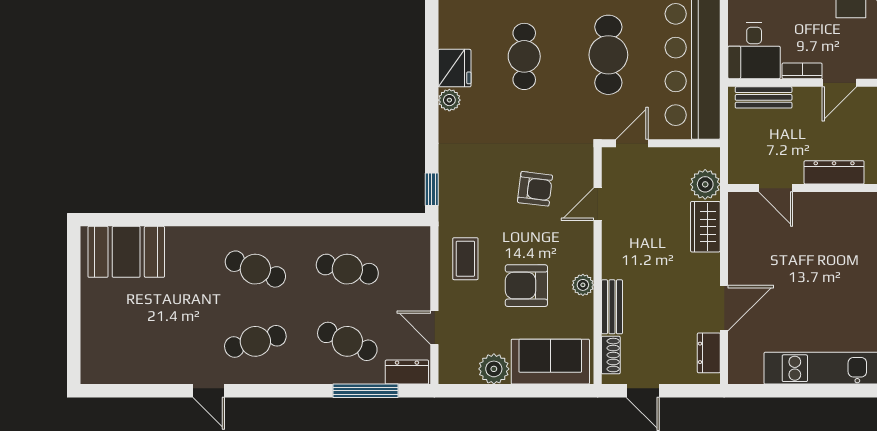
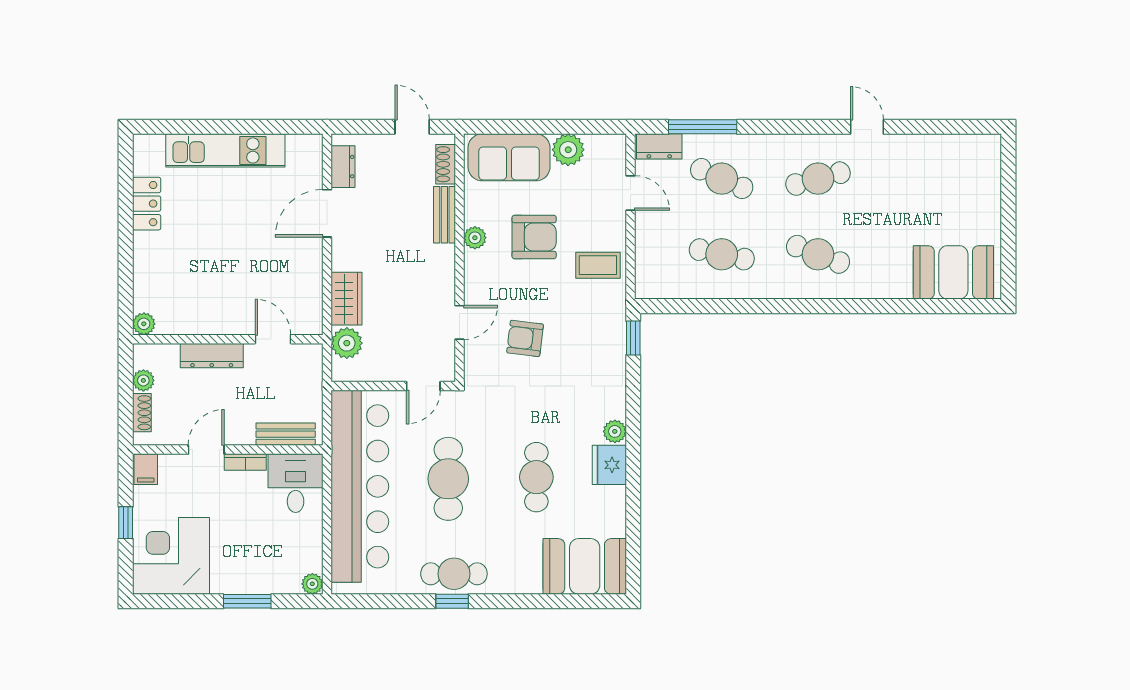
coffee table: (465, 259) -> (598, 265), turned 90

